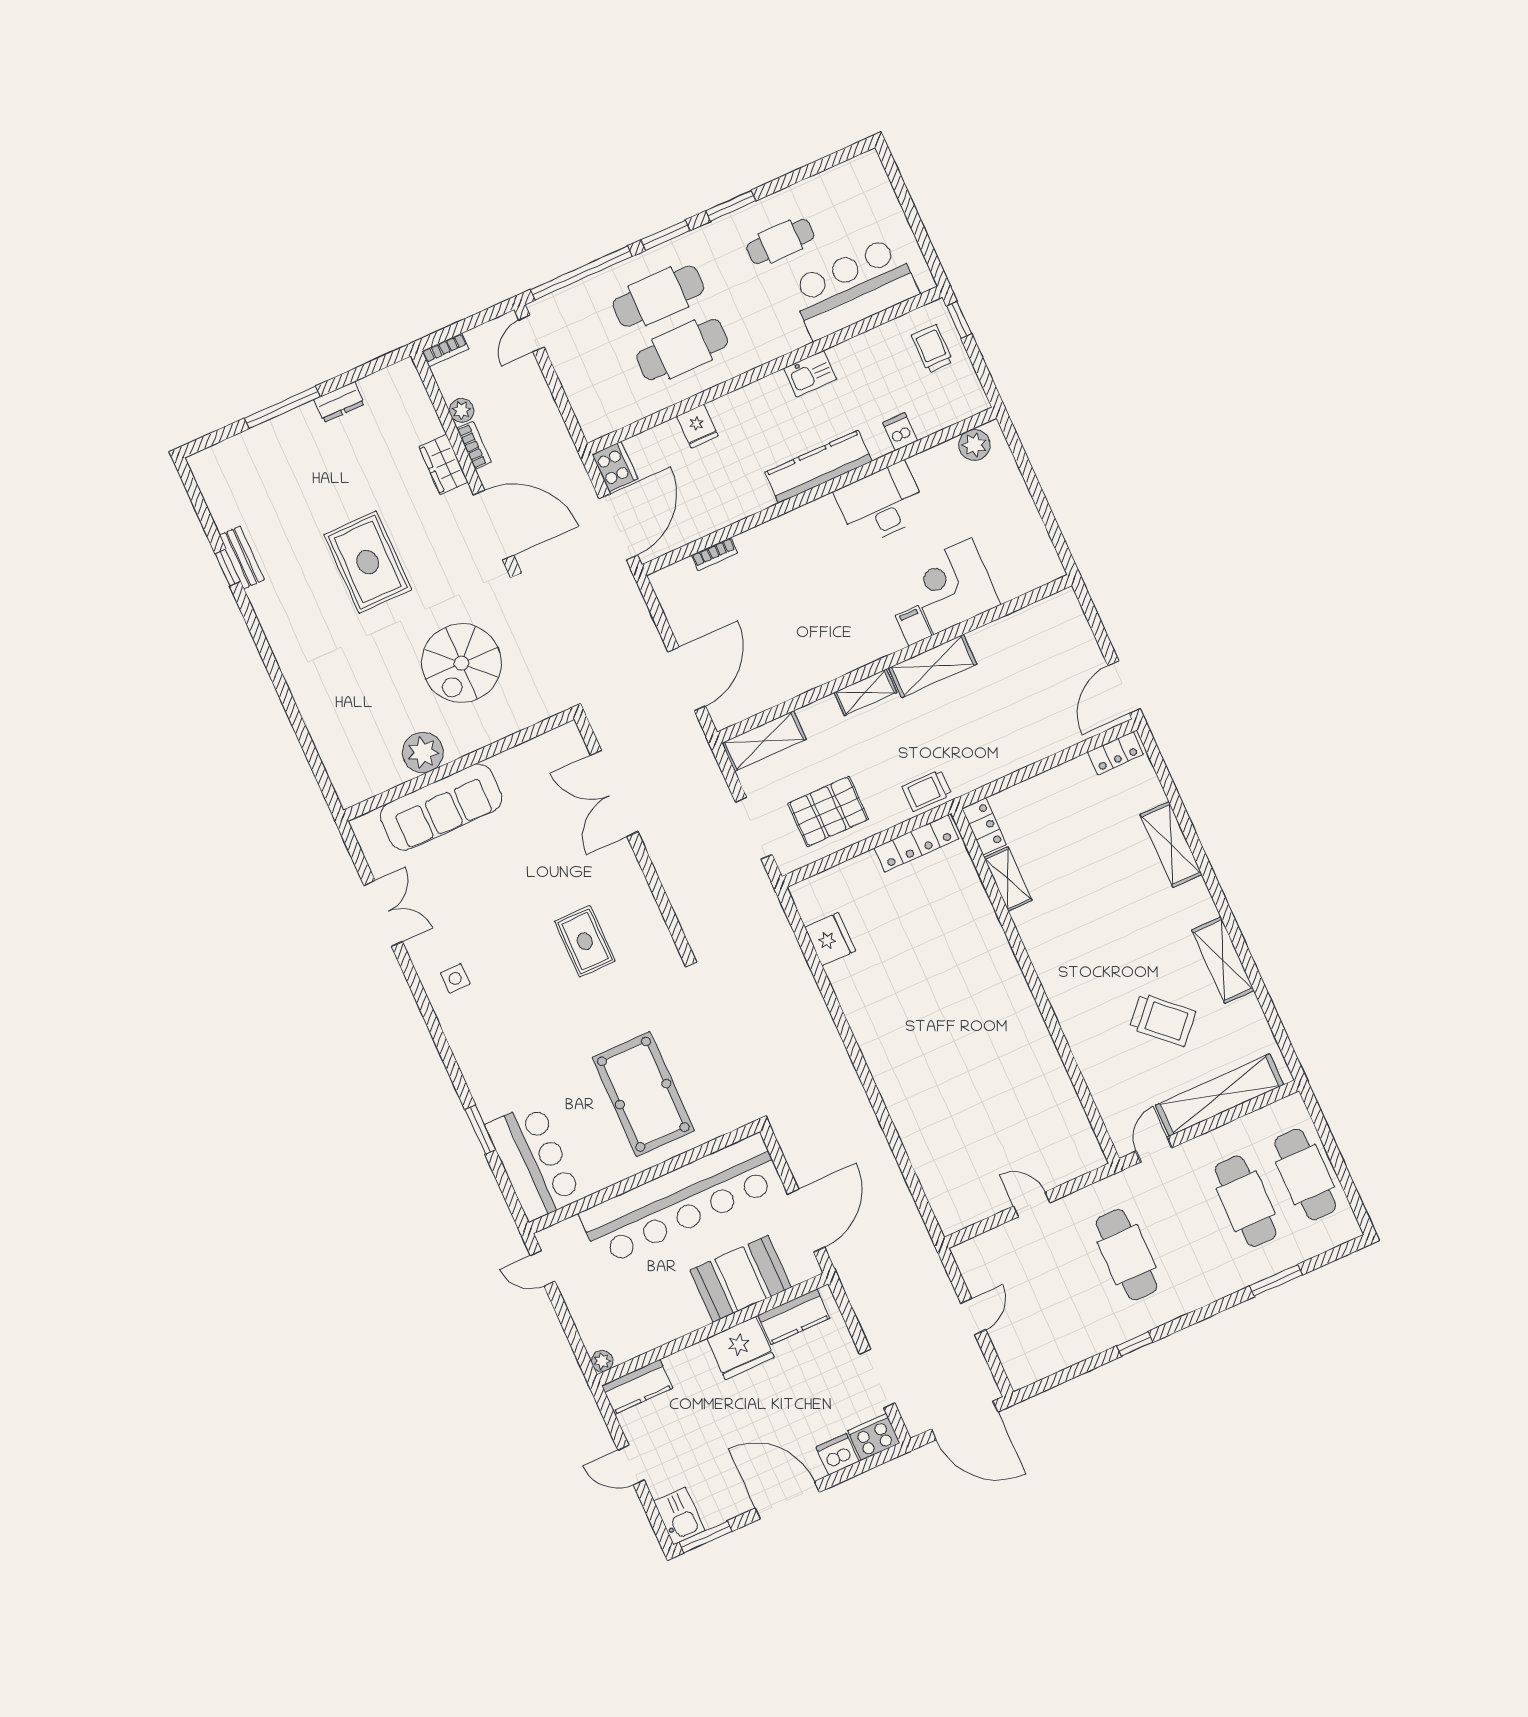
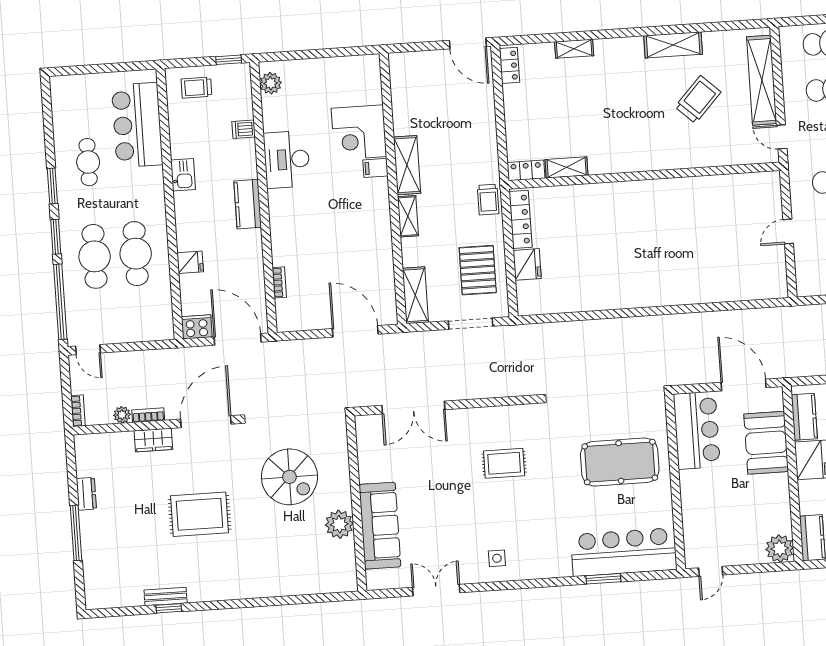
window: (959, 320) -> (229, 60), moved
kitchen counter: (818, 467) -> (248, 204), width x0.67
shelving: (1171, 845) -> (574, 49), width x0.67, depth x0.75
fridge: (830, 939) -> (527, 264), moved, turned 90
bar counter: (534, 1162) -> (624, 552), width x1.36
bar counter: (681, 1200) -> (697, 430), width x0.54
plant: (602, 1361) -> (780, 549), width x1.88, depth x1.88

